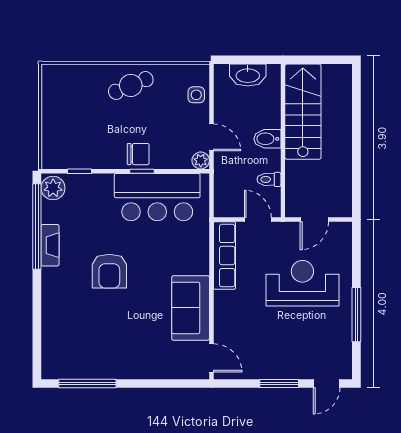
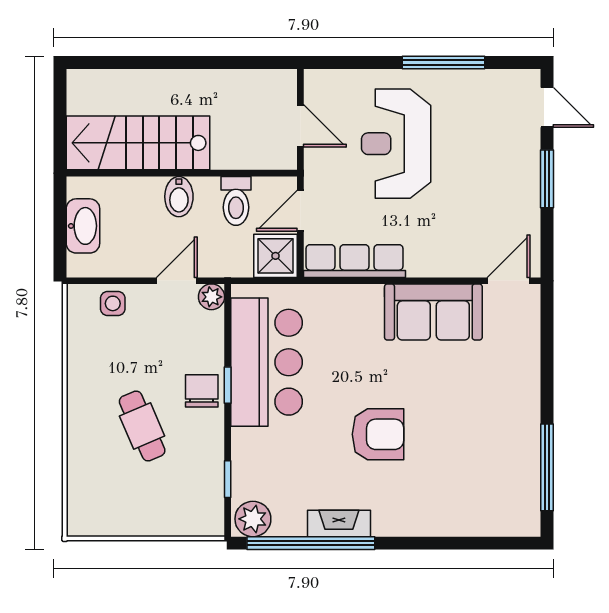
cafe table: (131, 85) -> (142, 426), moved
toilet: (269, 179) -> (236, 201), width x1.37, depth x1.39
shower: (228, 203) -> (276, 256), added

